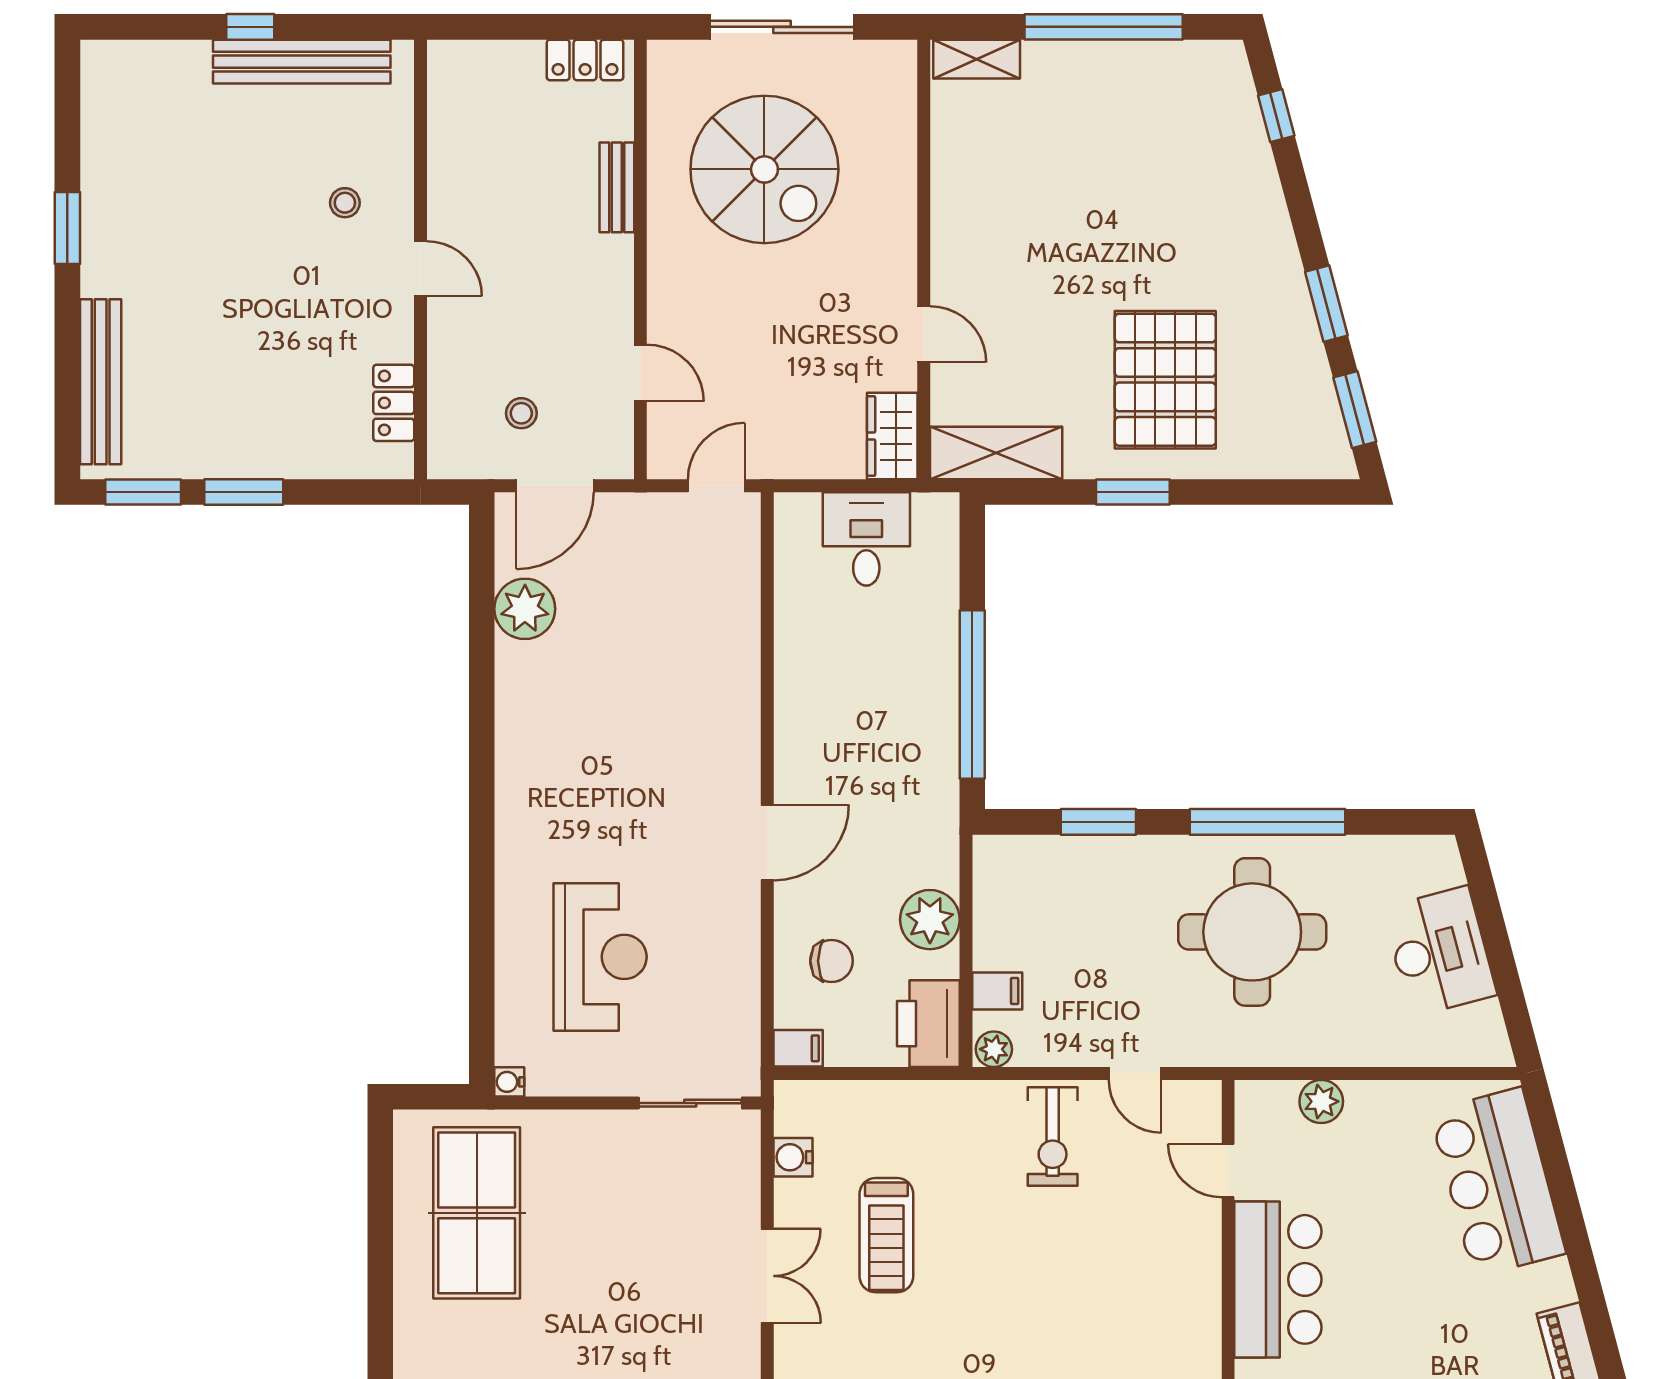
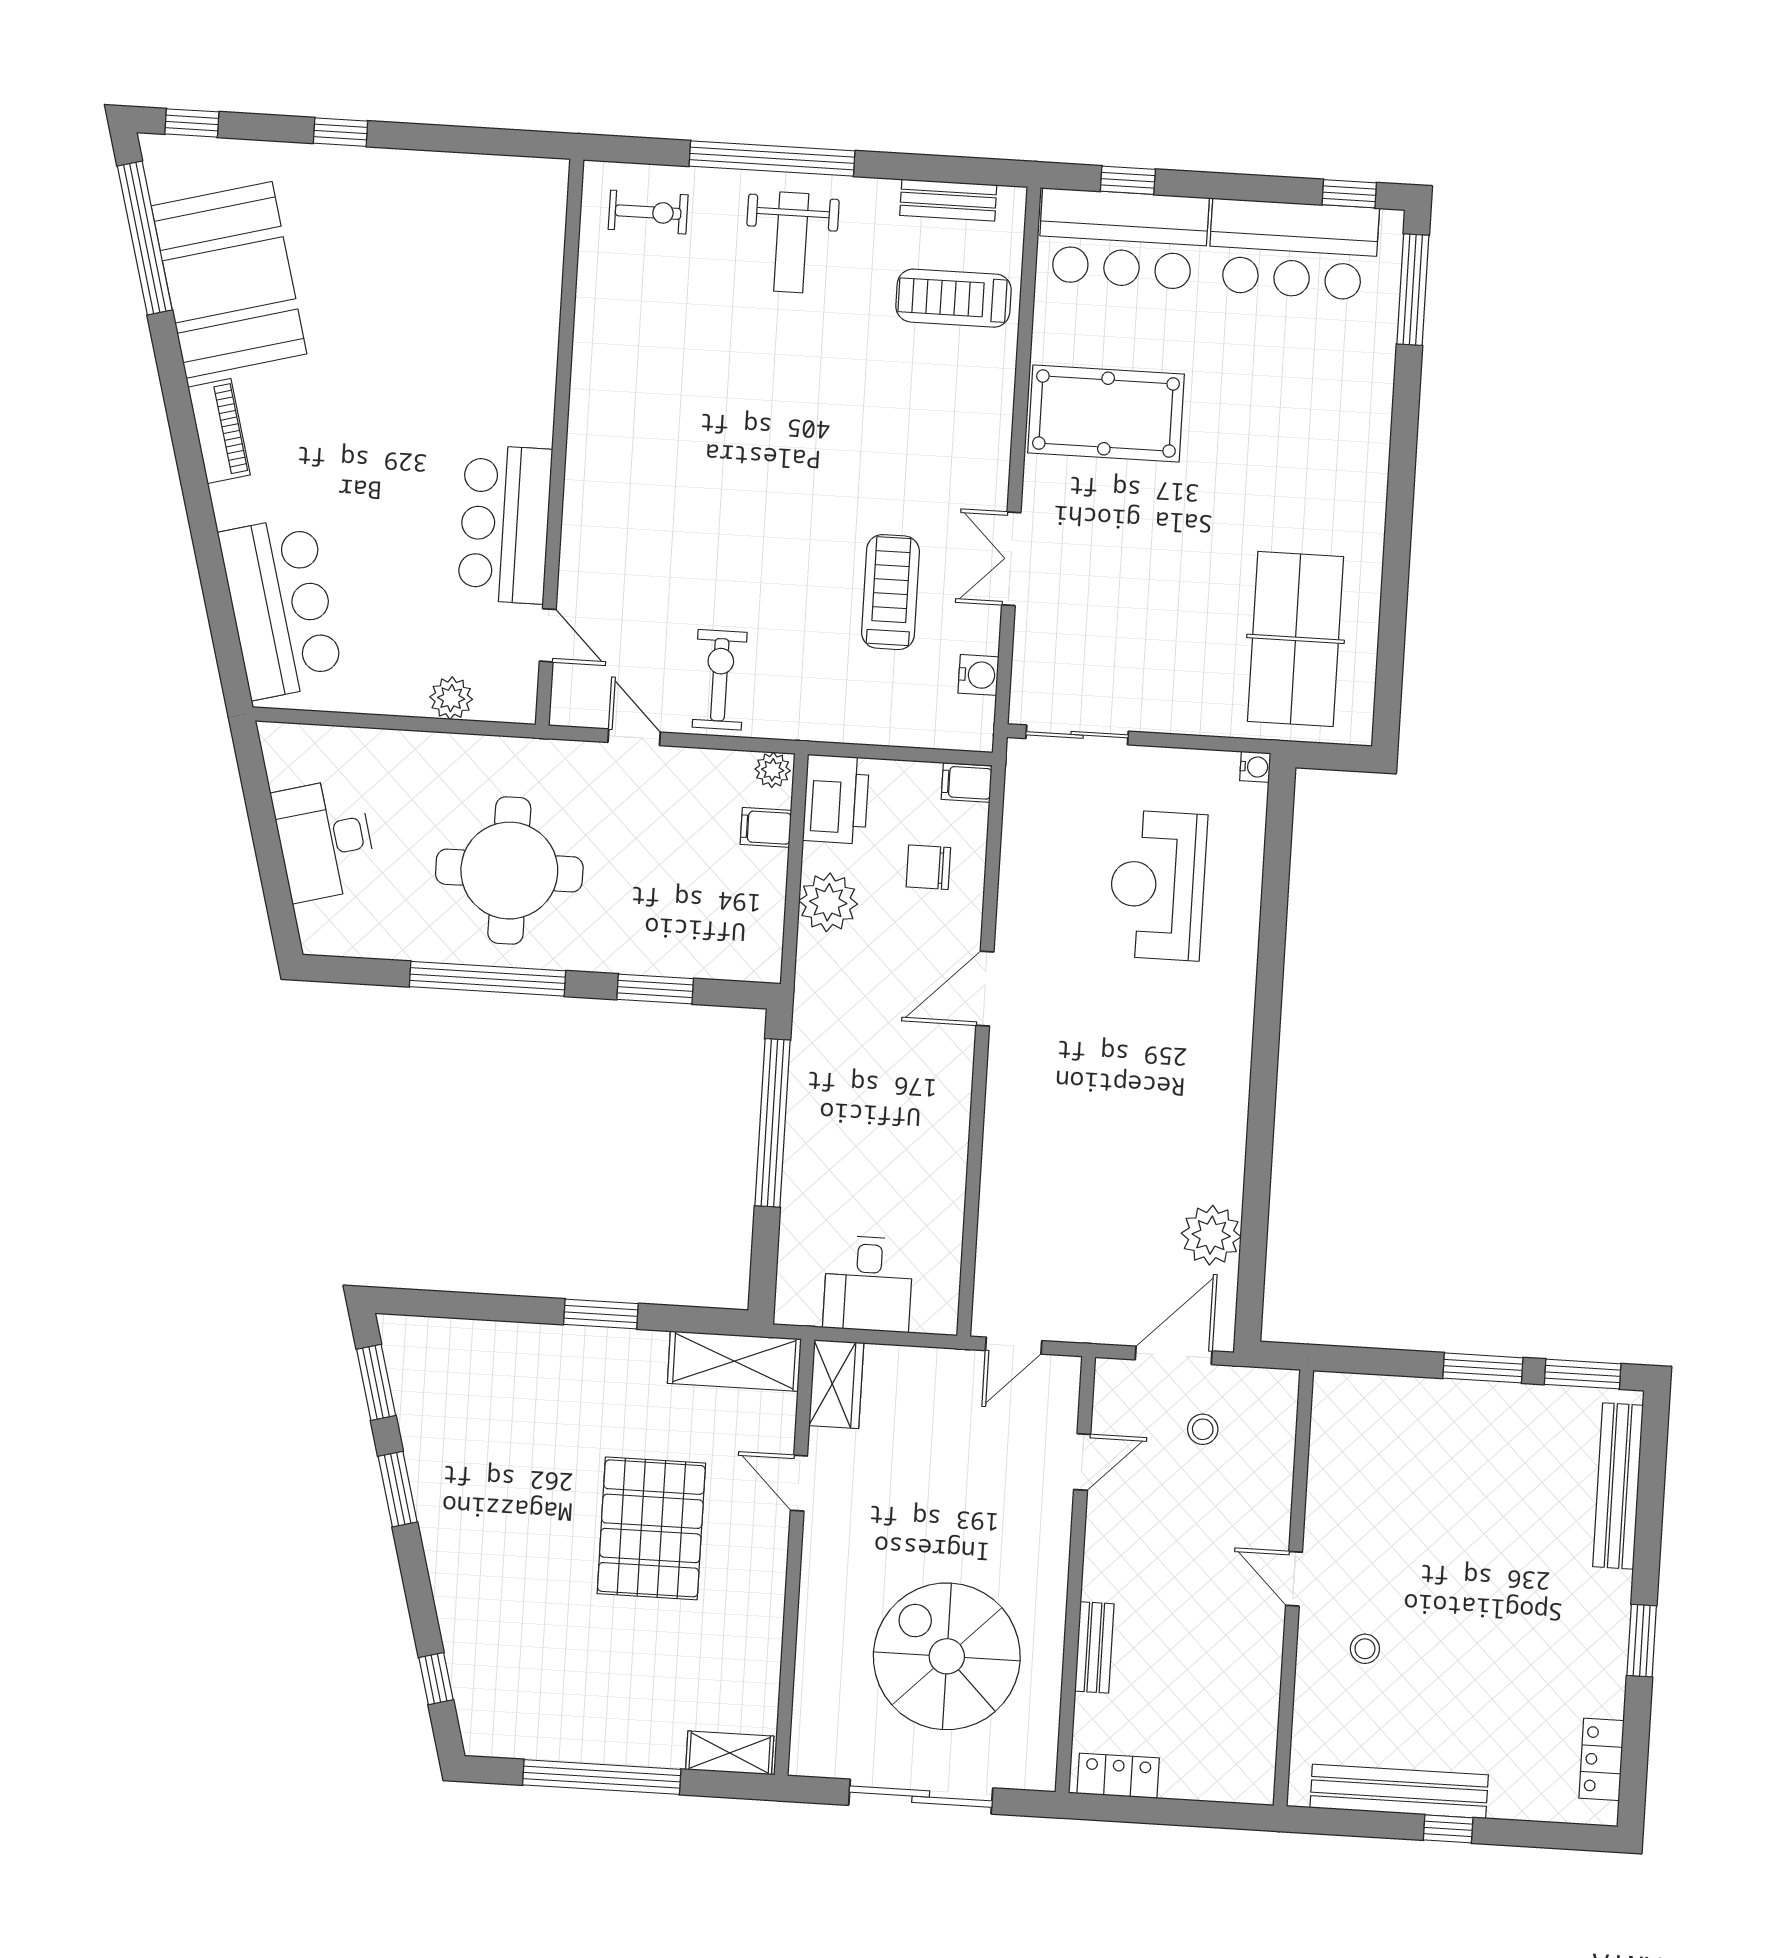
door: (640, 373) -> (1082, 1462), swing flipped
pallet: (1165, 380) -> (651, 1528), moved
locker: (394, 403) -> (1601, 1759), moved, turned 180

